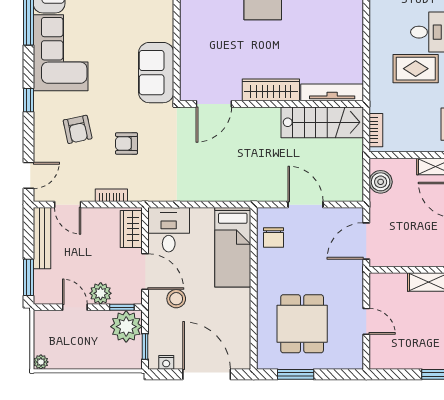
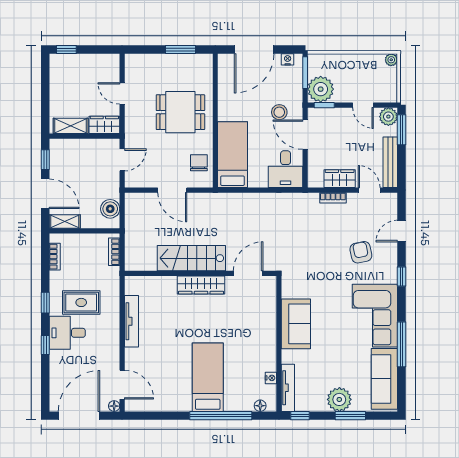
sofa: (156, 73) -> (296, 324), moved
tv unit: (332, 92) -> (131, 321), moved, turned -90
stairs: (322, 122) -> (191, 258), moved
armchair: (126, 143) -> (320, 241), removed
door: (28, 175) -> (402, 231), moved
wardrobe: (131, 229) -> (340, 179), moved, turned -90
door: (366, 241) -> (122, 160), width x0.73
wardrobe: (388, 283) -> (104, 125), added
plant: (101, 293) -> (388, 117), moved
dining table: (302, 324) -> (180, 112), moved, turned 90
window: (145, 347) -> (305, 73), width x1.50
door: (207, 374) -> (254, 50), hinge flipped

